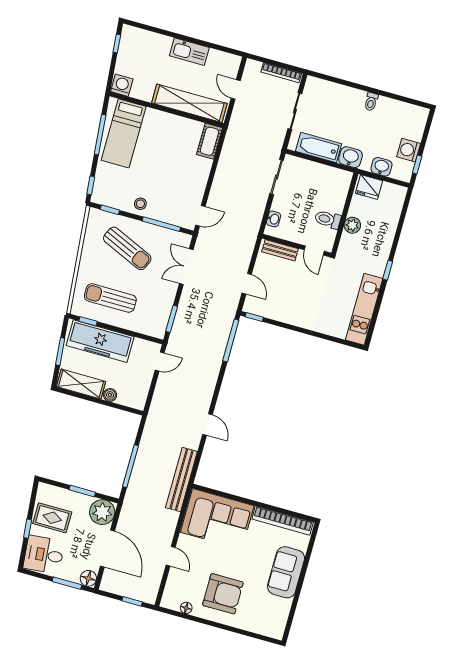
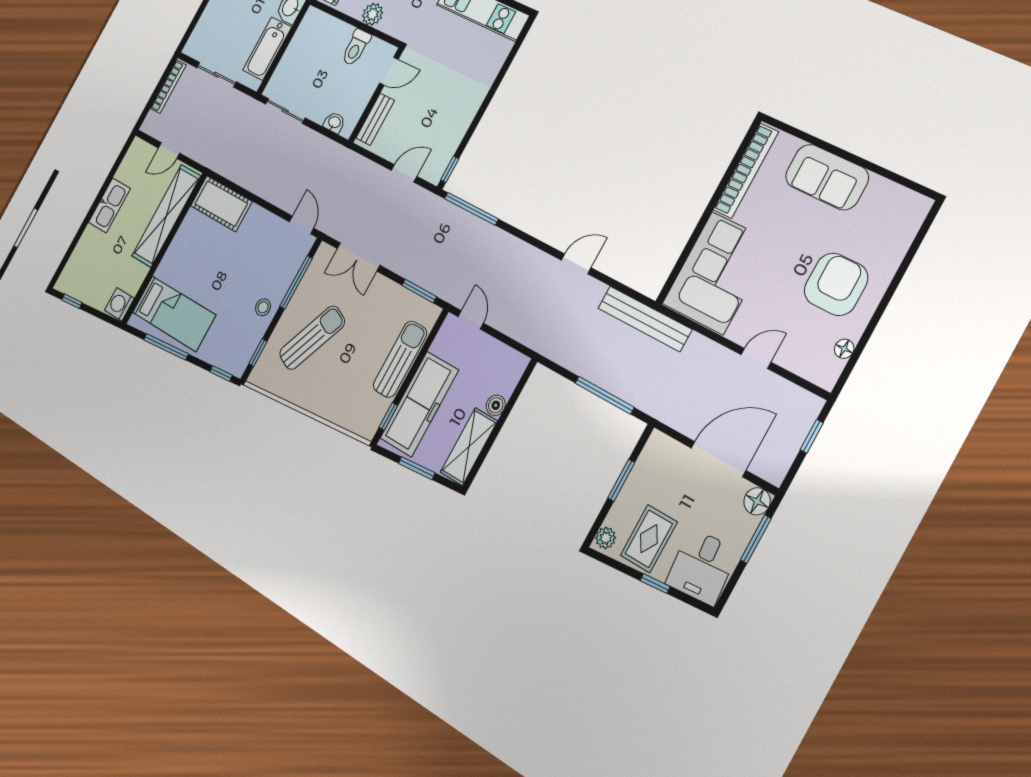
cot: (209, 141) -> (221, 204), width x1.37, depth x1.34
sun lounger: (110, 298) -> (400, 359), moved, turned 180
plant: (102, 512) -> (606, 538), moved, width x0.53, depth x0.53

